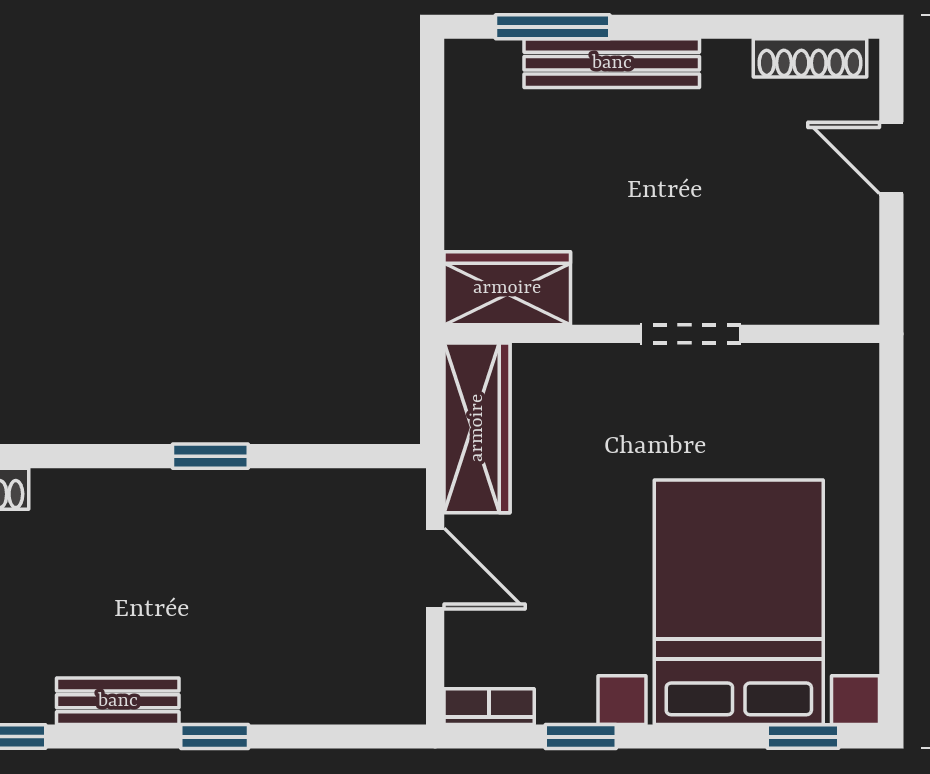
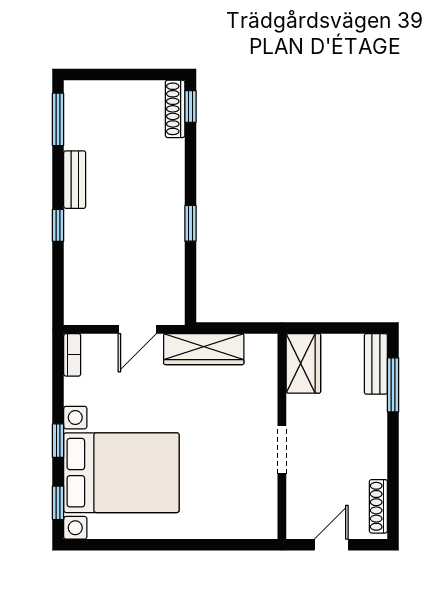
bench: (612, 63) -> (376, 364), moved, width x0.73
wardrobe: (507, 288) -> (303, 363), moved
wall: (662, 334) -> (282, 436), moved
doorway: (690, 334) -> (282, 450), moved
window: (581, 737) -> (58, 441), moved

